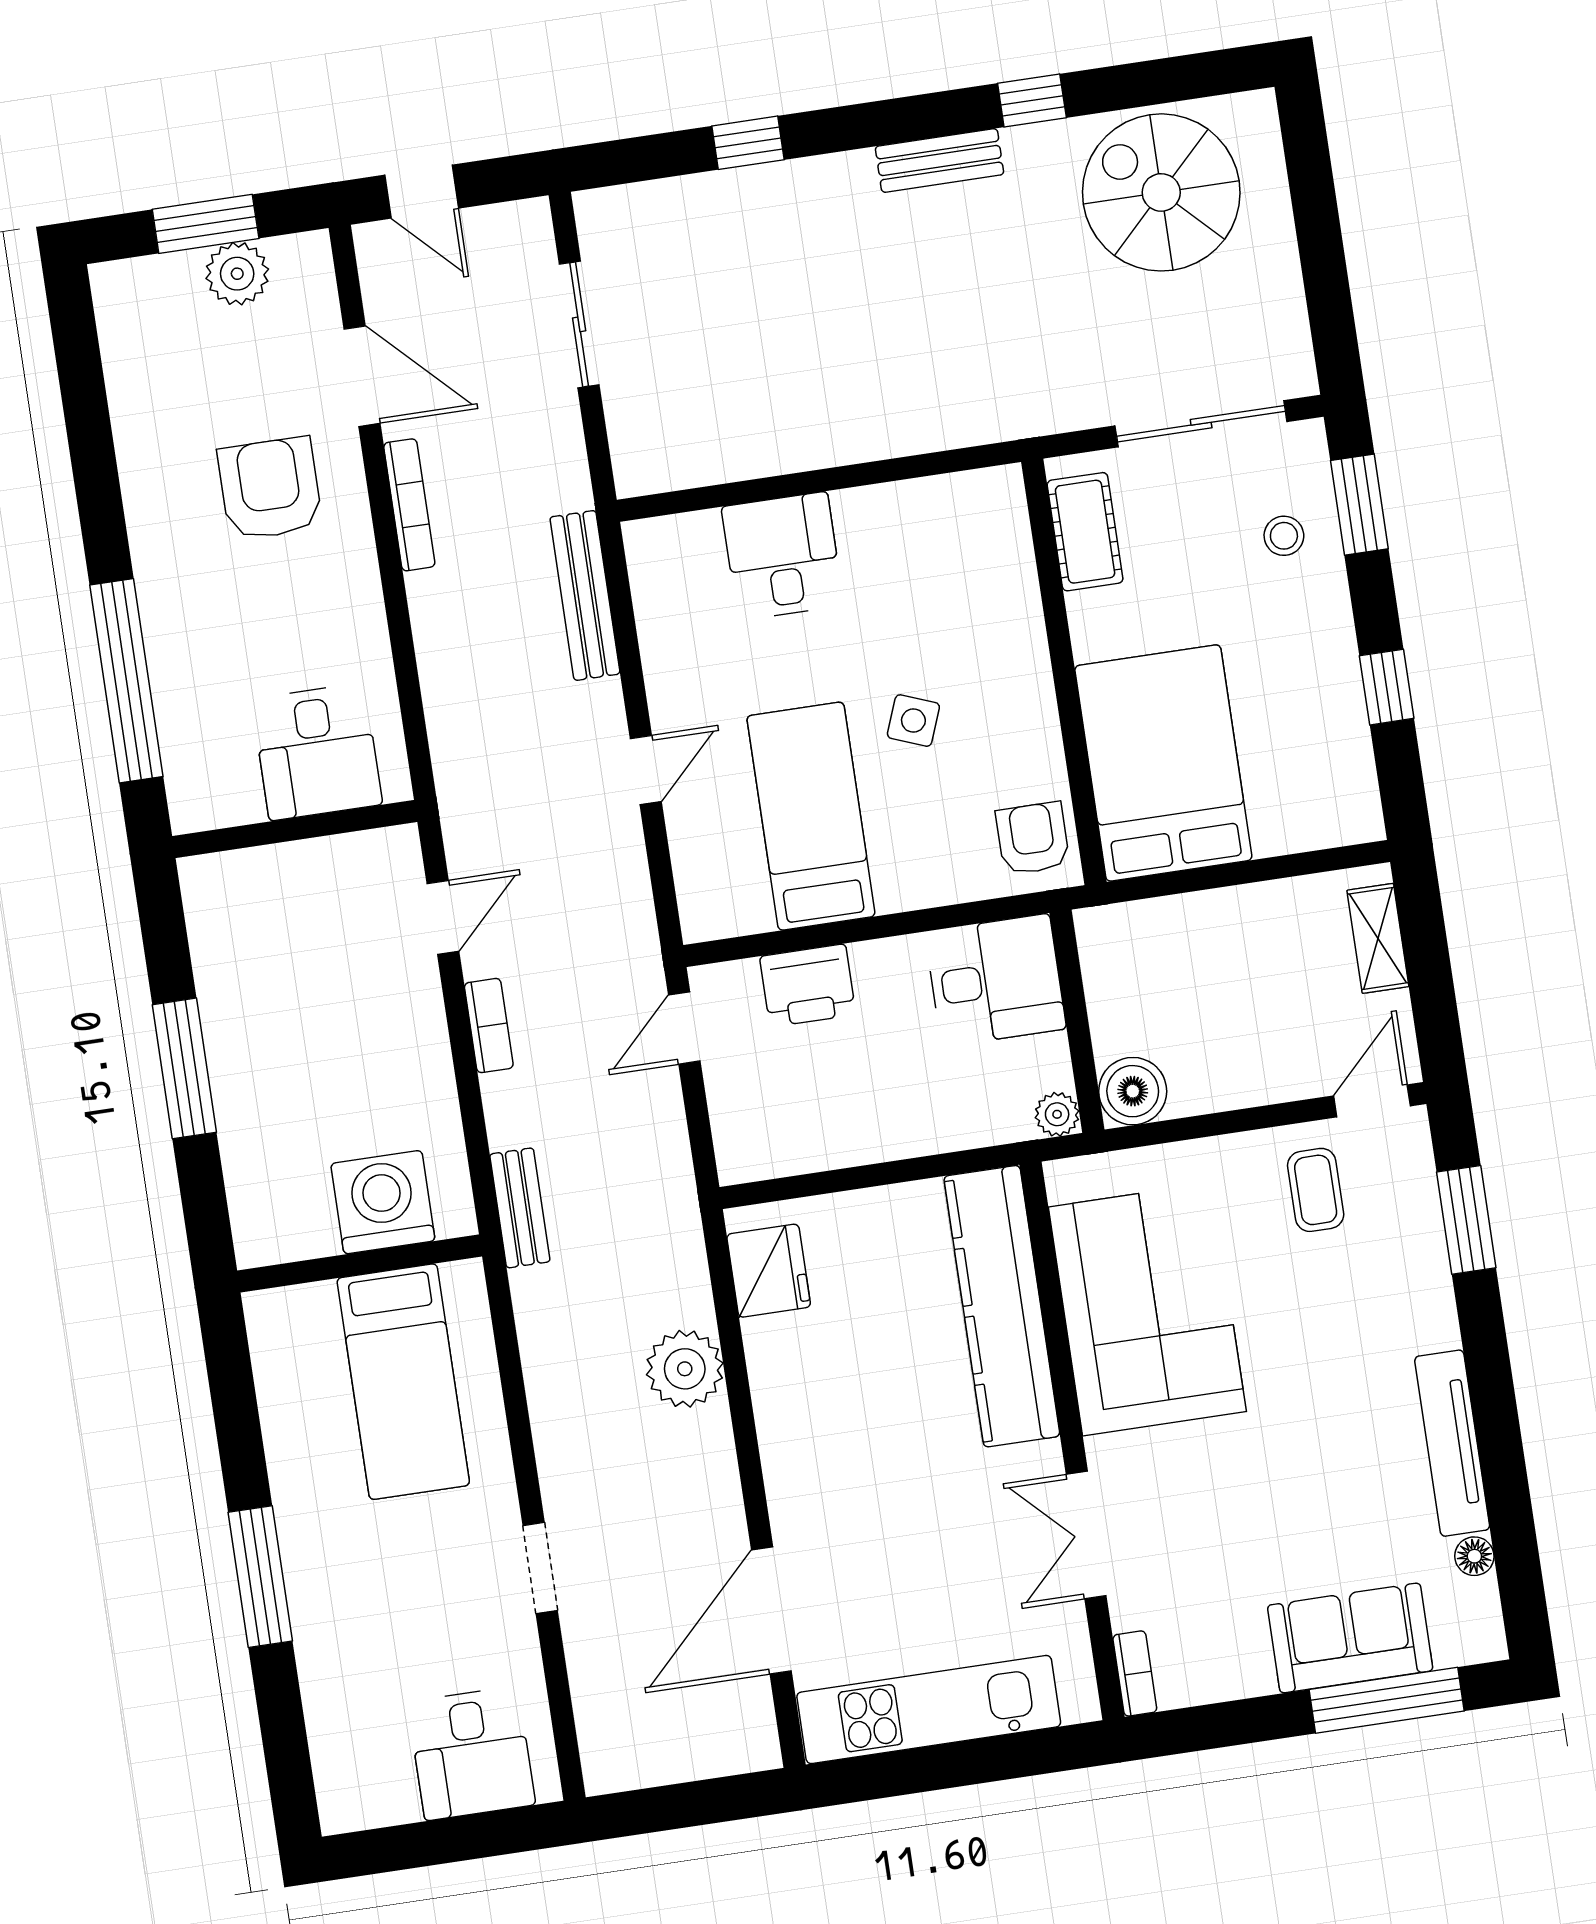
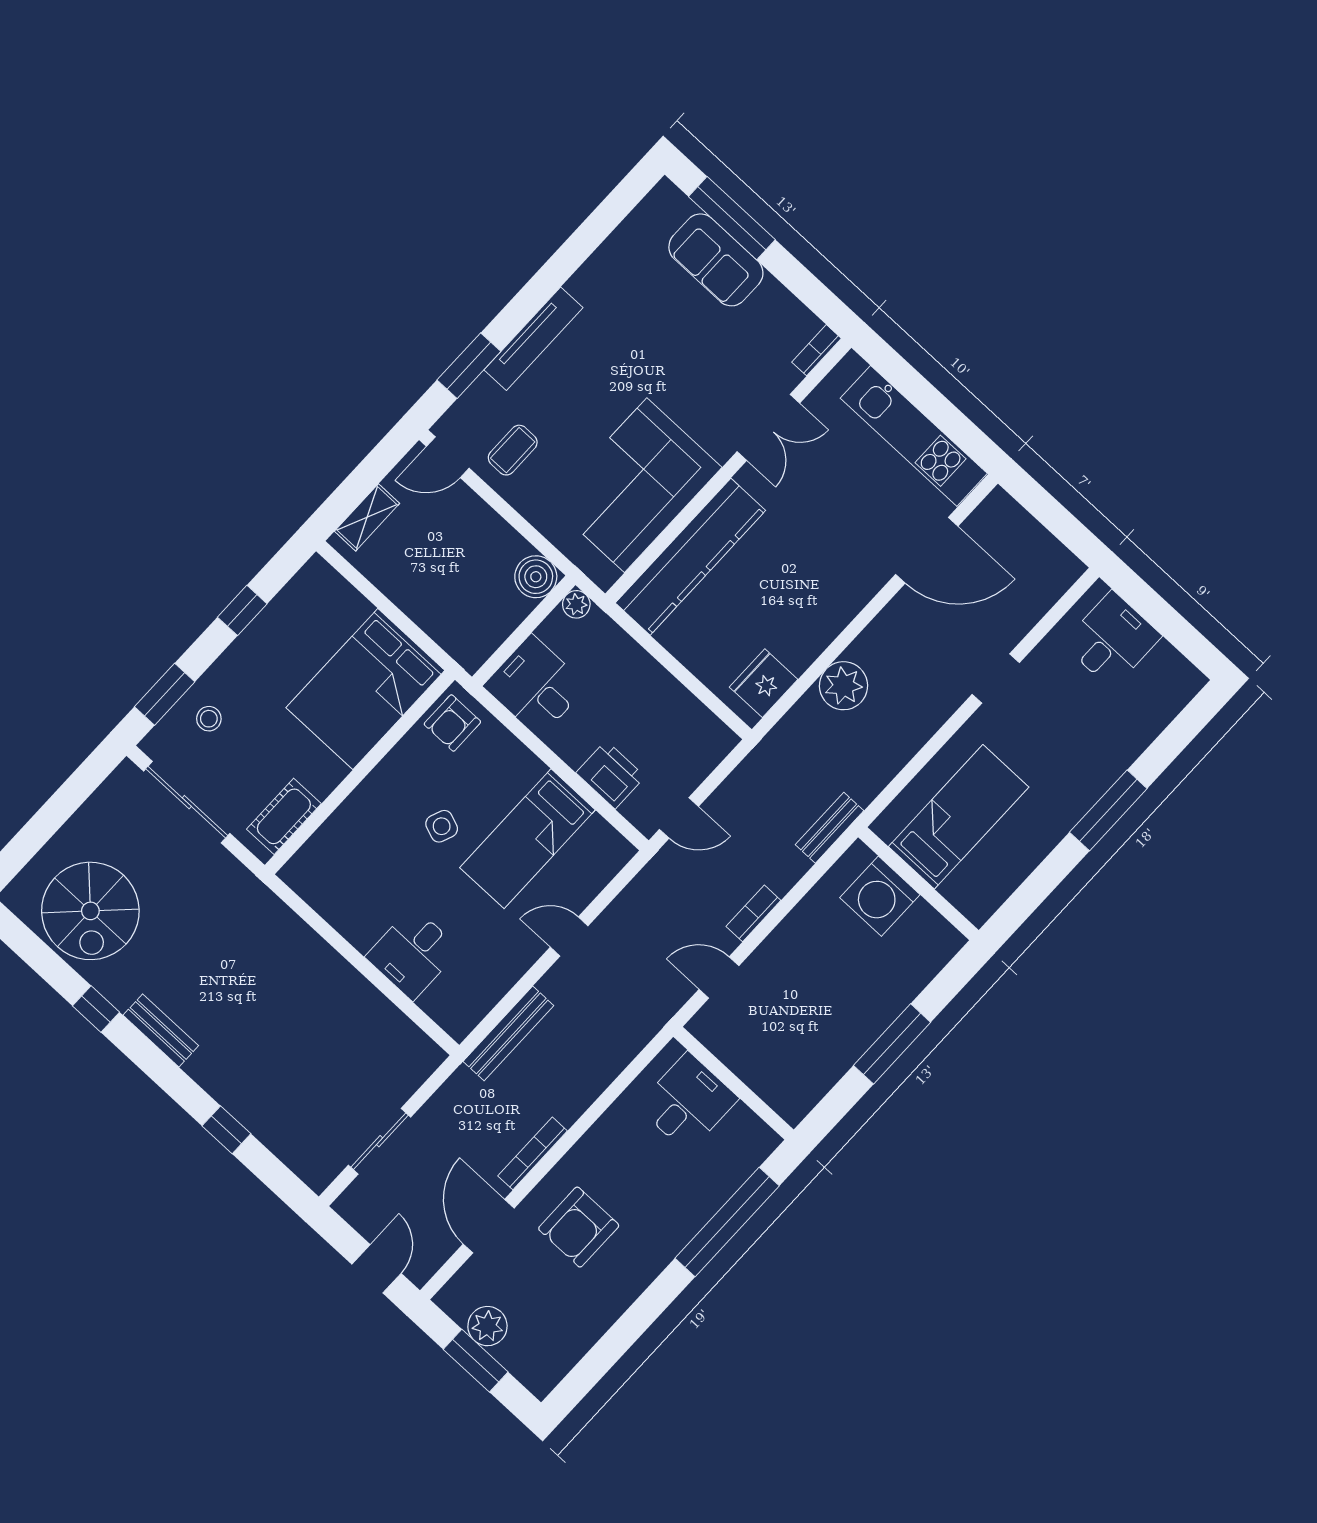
tv unit: (1452, 1443) -> (533, 339), moved
floor lamp: (1474, 1556) -> (628, 232), removed

